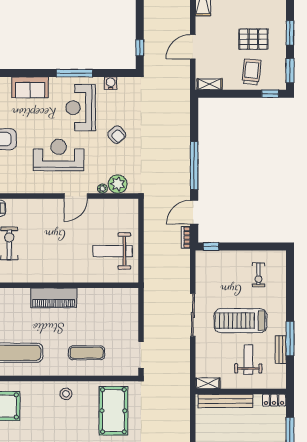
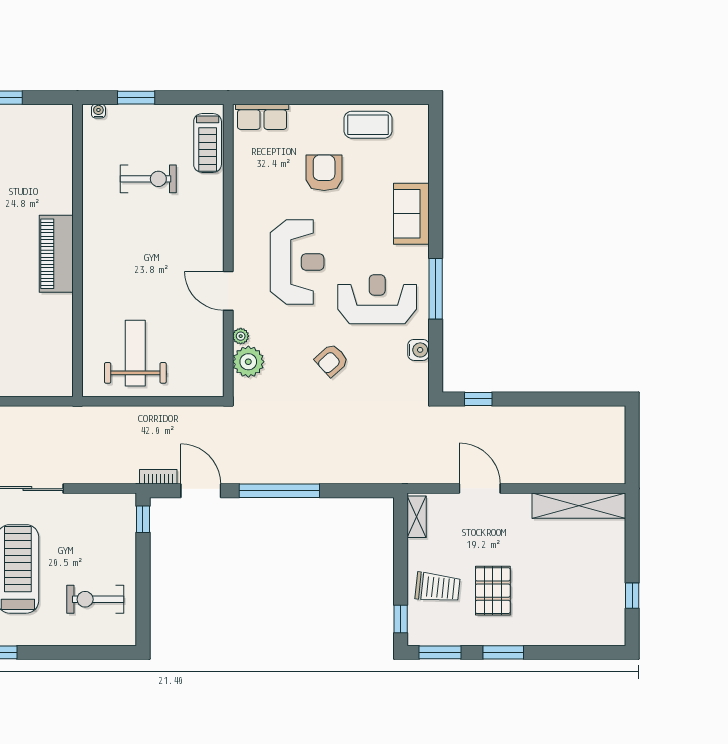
exercise bike: (258, 275) -> (95, 599), width x1.38, depth x1.39

